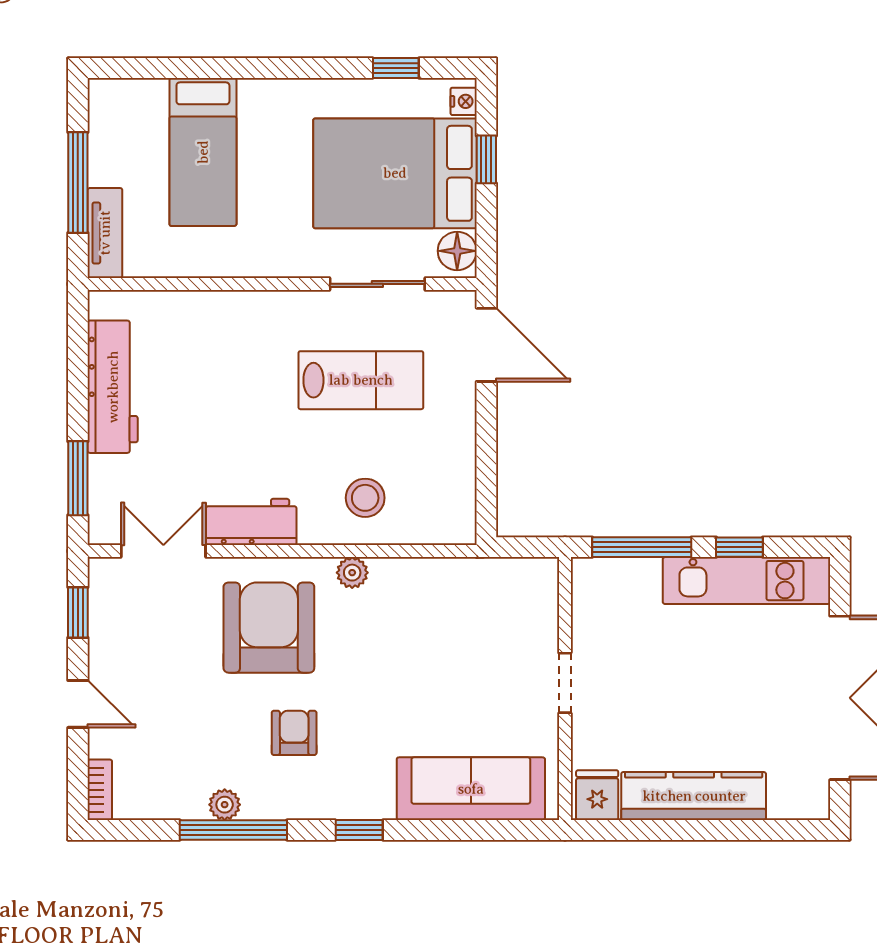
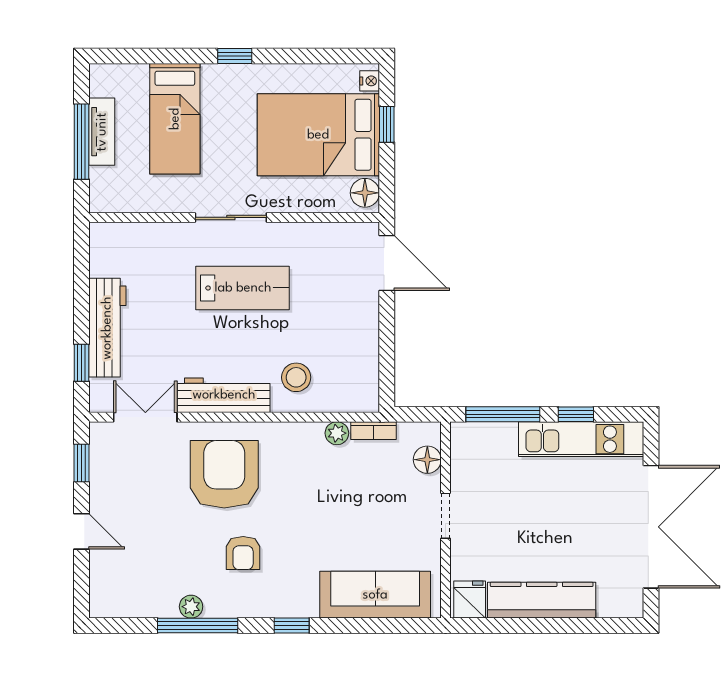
window: (396, 68) -> (235, 56), moved
tv unit: (105, 233) -> (102, 132), moved
sliding door: (377, 284) -> (231, 217), moved
lab bench: (361, 380) -> (243, 288), moved
workbench: (113, 387) -> (107, 328), moved
window: (78, 478) -> (81, 363), width x0.67
workbench: (251, 522) -> (224, 395), width x1.38
plant: (352, 573) -> (337, 433), moved
floor lamp: (541, 608) -> (427, 460), added
armchair: (294, 733) -> (243, 553), turned 180
bookcase: (100, 790) -> (374, 431), moved, turned 90

